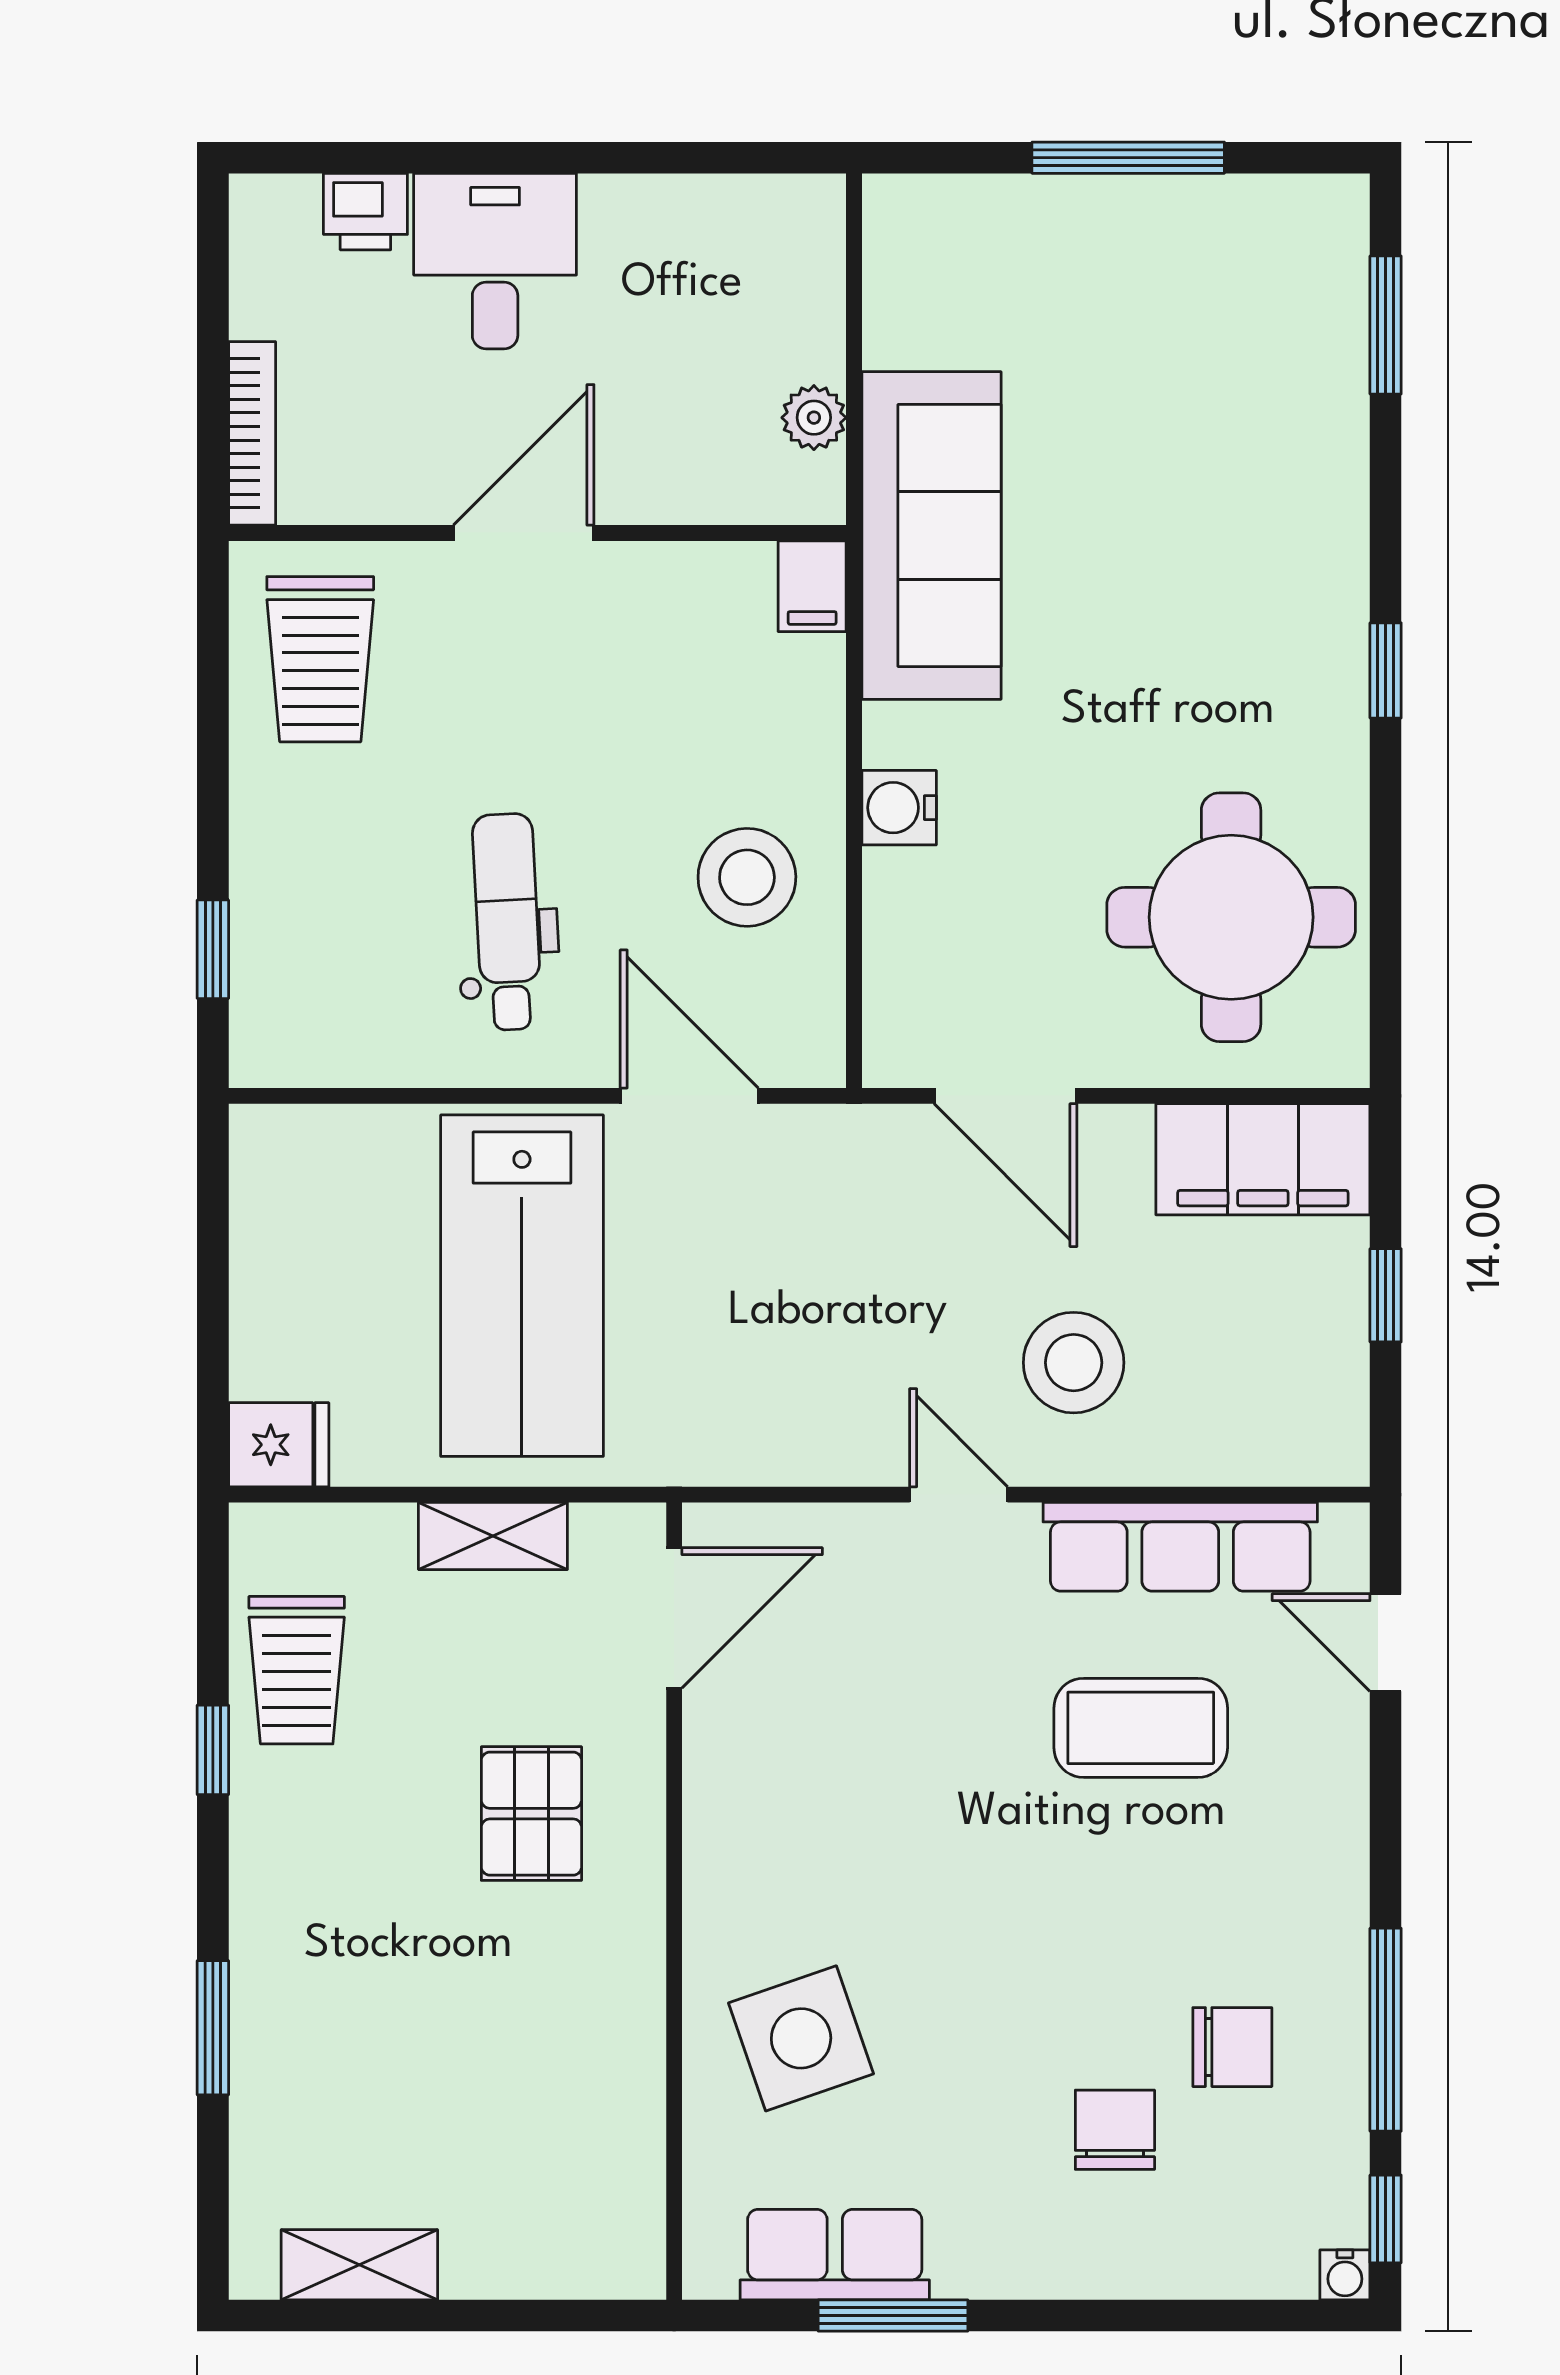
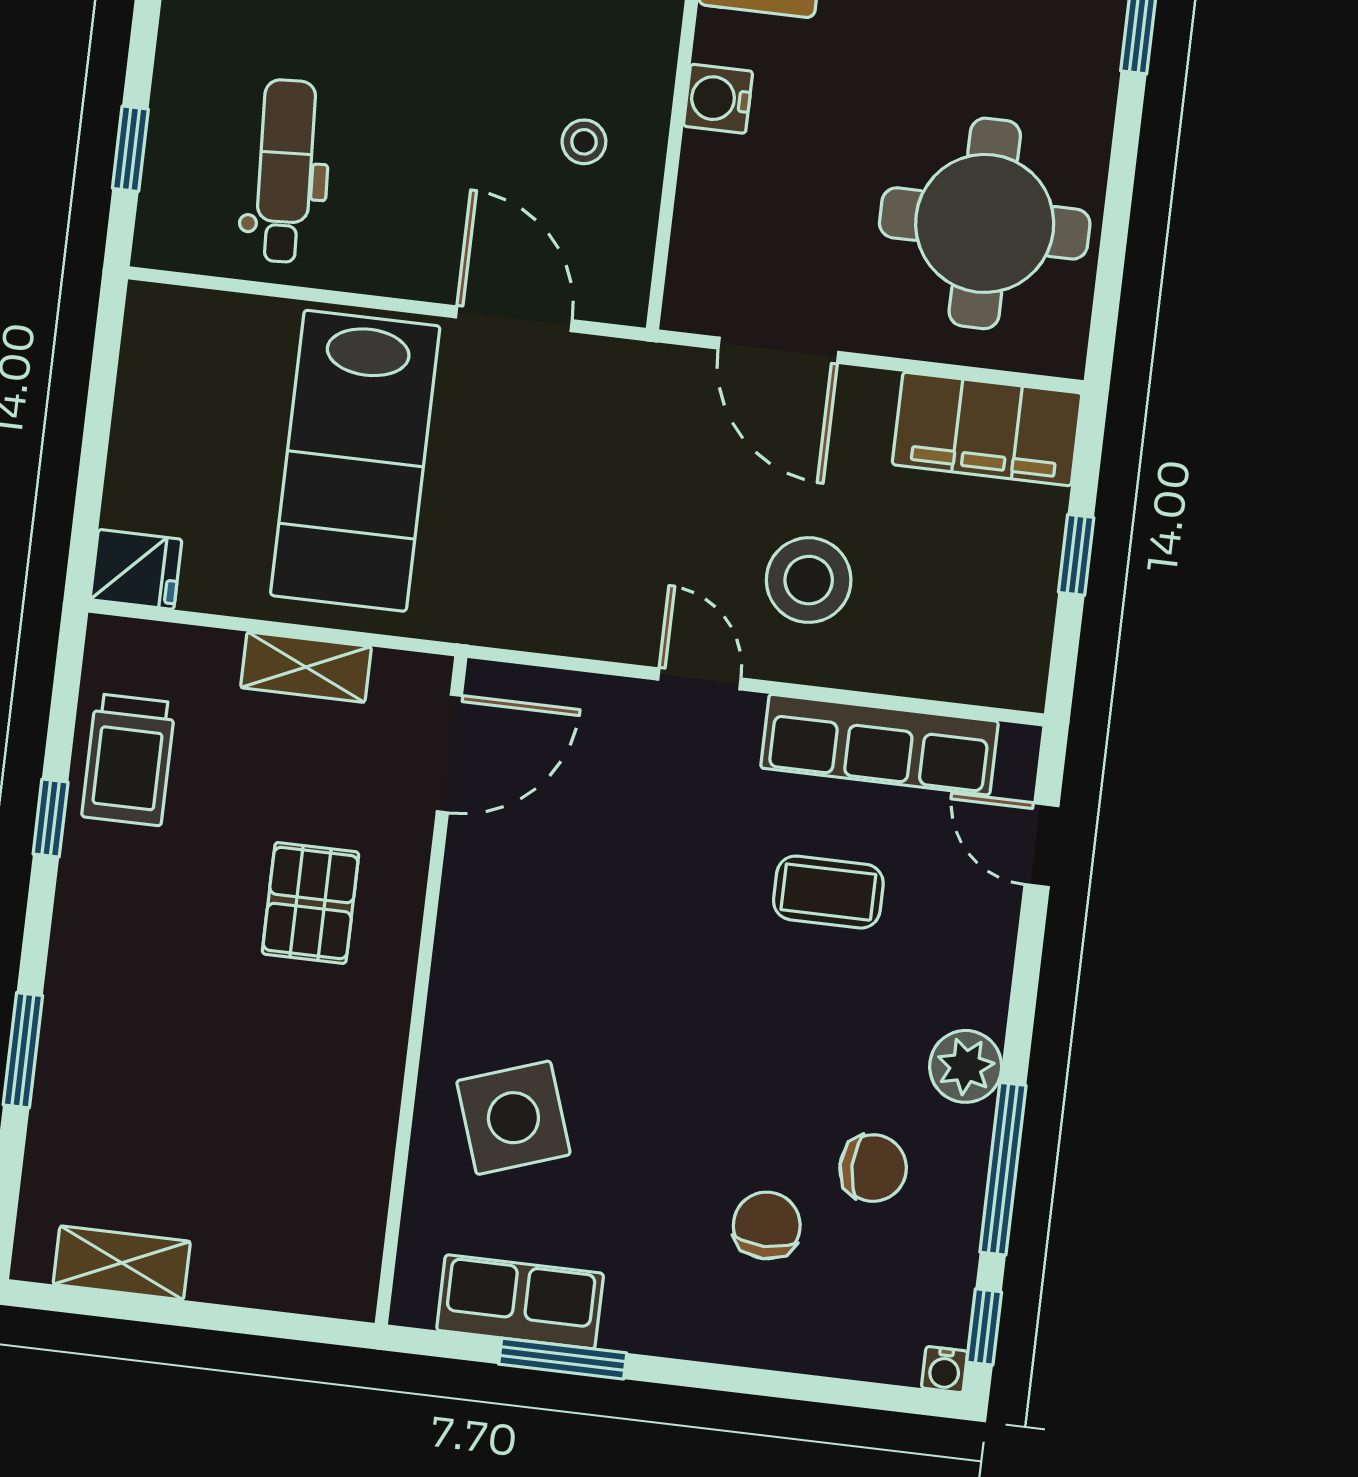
stool: (747, 877) -> (584, 142), width x0.53, depth x0.53
dental chair: (507, 922) -> (285, 171), moved
coffee table: (1141, 1728) -> (828, 892), width x0.73, depth x0.77
plant: (1327, 1914) -> (966, 1066), added

